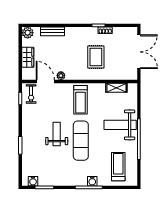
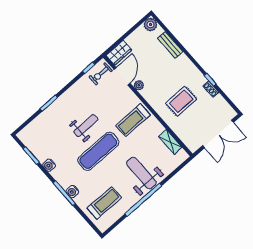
wardrobe: (28, 57) -> (119, 53), moved
water cooler: (33, 181) -> (49, 165), moved

